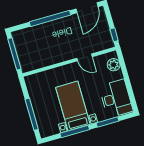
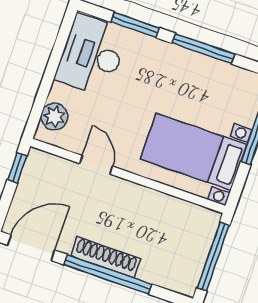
shoe rack: (56, 24) -> (106, 257), added
bed with nightstands: (73, 106) -> (194, 152), moved, turned 90

